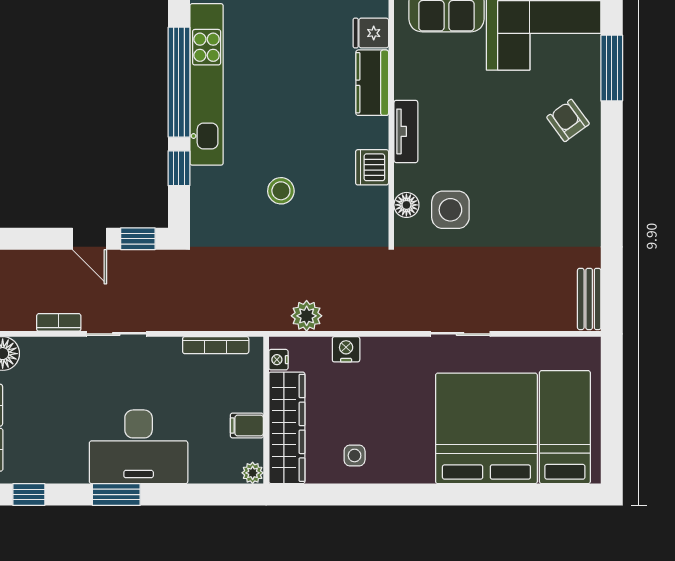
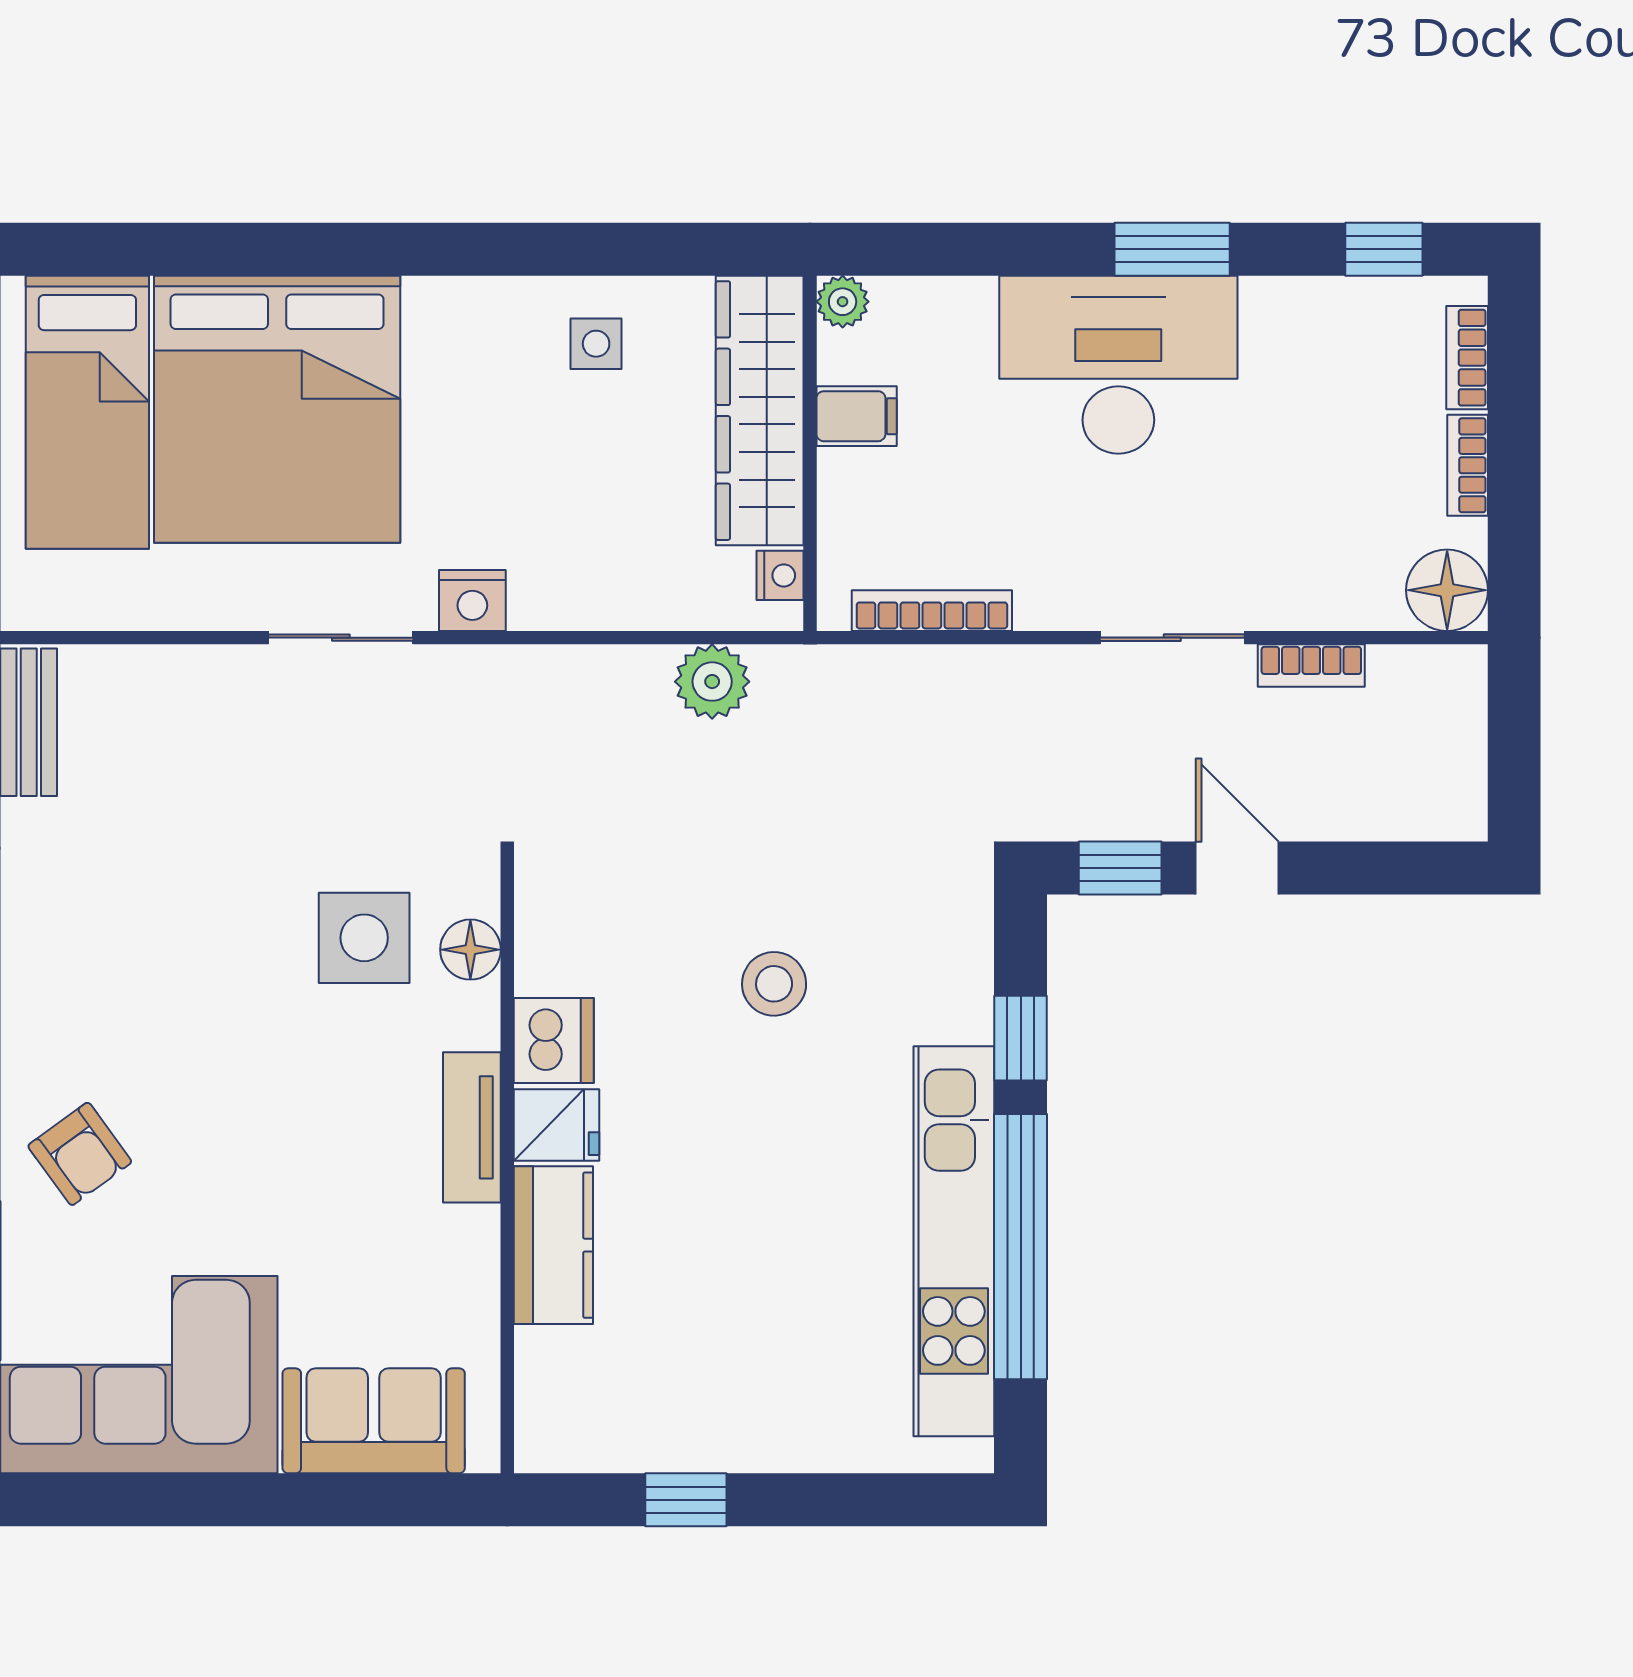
fridge: (371, 33) -> (557, 1125), moved
nightstand: (346, 349) -> (472, 600), moved

